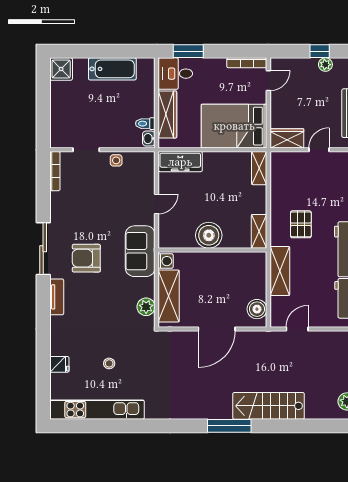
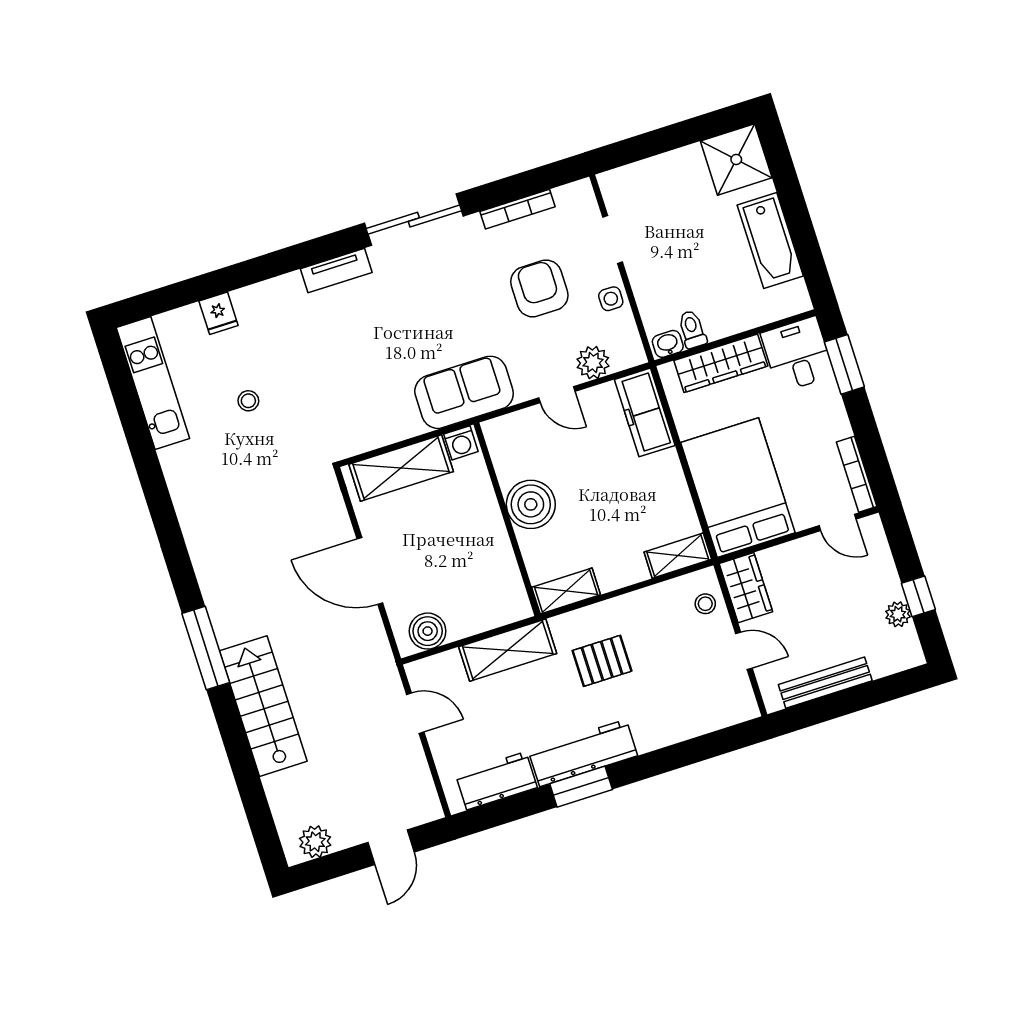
shower: (61, 69) -> (736, 159), width x1.36, depth x1.36
stool: (288, 162) -> (705, 604), added
bookcase: (55, 171) -> (518, 209), moved
armchair: (86, 258) -> (539, 288), moved
plant: (146, 307) -> (593, 363), moved
kitchen unit: (97, 410) -> (153, 383), width x0.73

